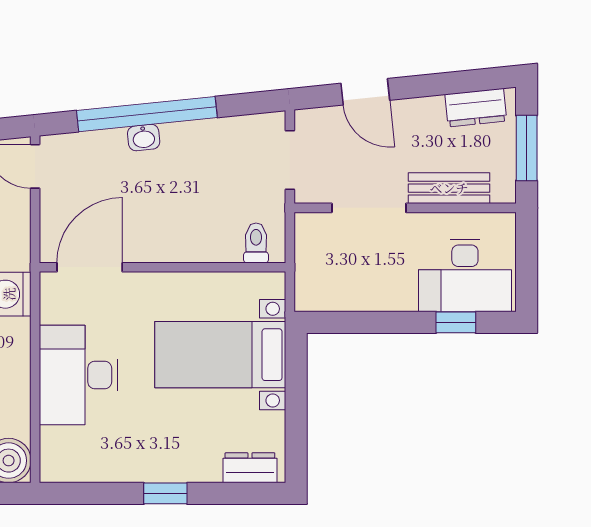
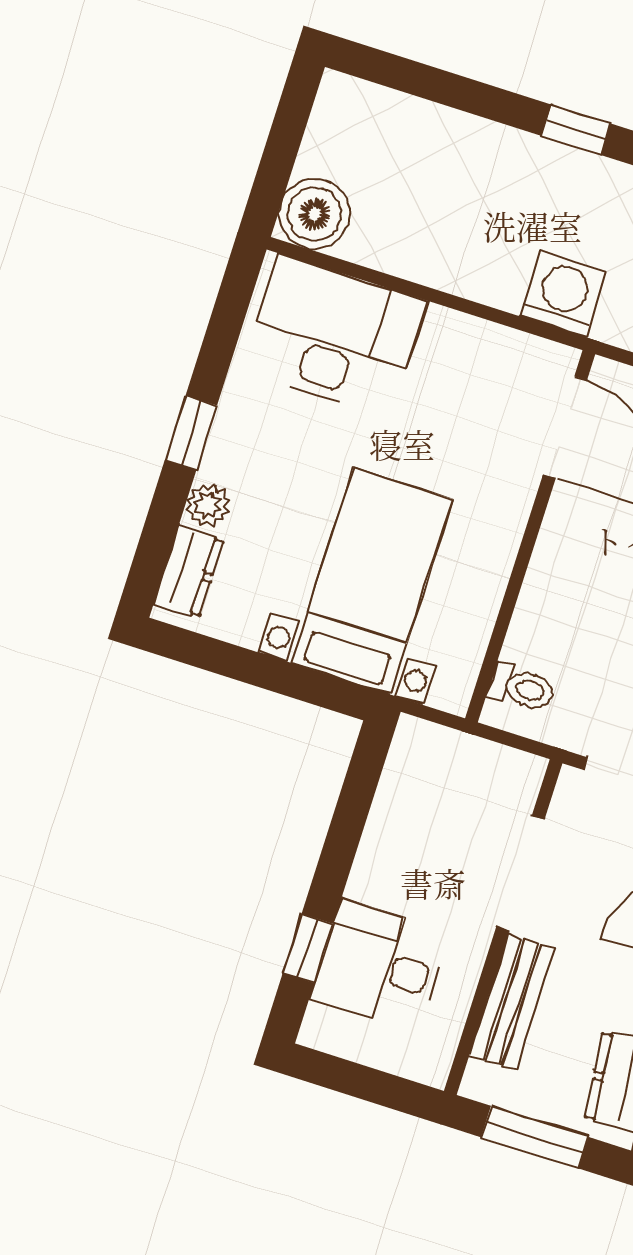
desk: (465, 275) -> (380, 965), width x0.73
desk: (79, 375) -> (334, 336), moved
plant: (206, 469) -> (208, 506), added

